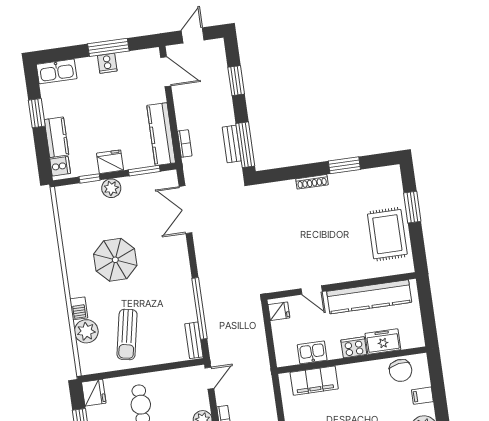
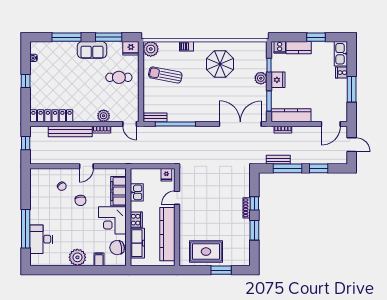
cooker: (107, 63) -> (342, 73), moved
window: (245, 145) -> (287, 168), moved
window: (303, 171) -> (254, 203), added
double door: (185, 210) -> (240, 124), width x1.36
parasol: (115, 260) -> (220, 64), moved
plant: (86, 331) -> (151, 49), moved
freezer: (383, 342) -> (137, 243), width x1.40
corner desk: (360, 383) -> (112, 220), added

